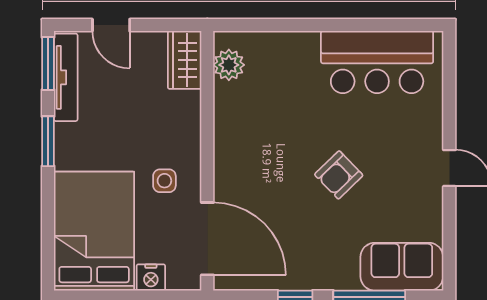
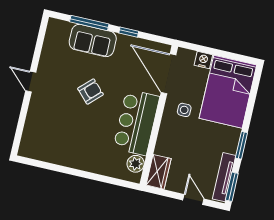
bar counter: (377, 62) -> (136, 122), moved, turned -90
sofa: (402, 267) -> (93, 41), moved

